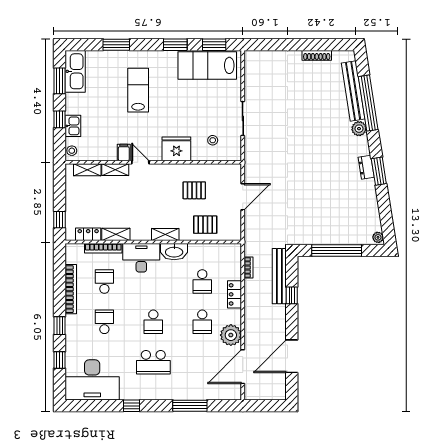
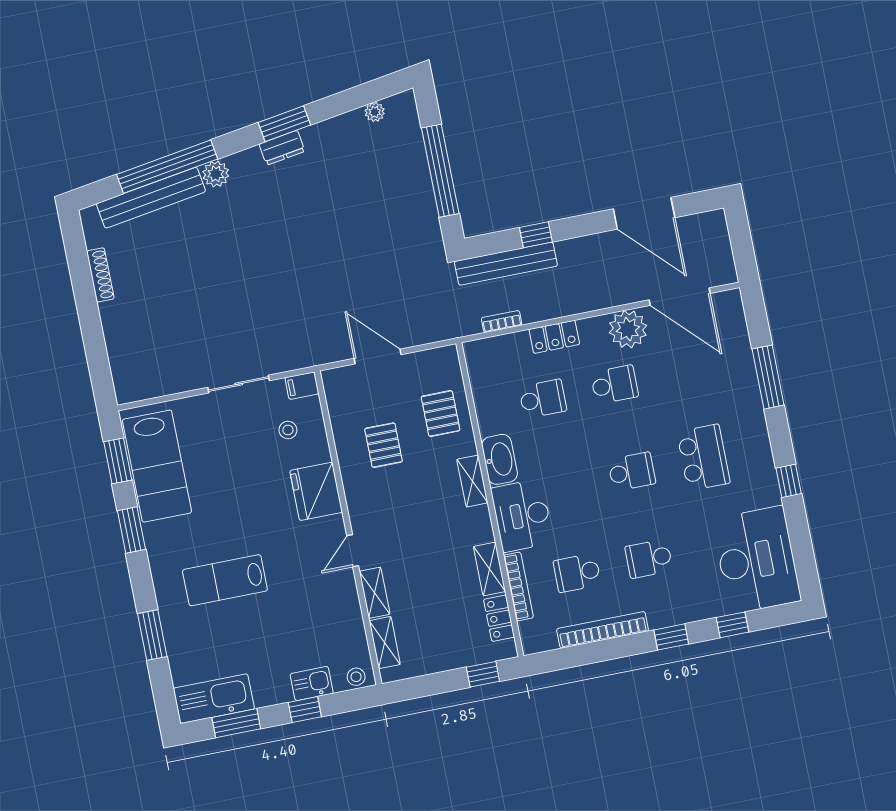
filing cabinet: (124, 153) -> (302, 386), moved
plant: (378, 237) -> (375, 112), moved

